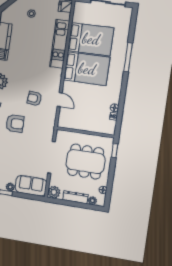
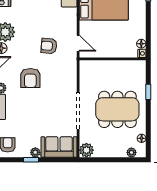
armchair: (15, 123) -> (30, 78), turned 90
wall: (85, 132) -> (113, 59), moved
dresser: (75, 197) -> (112, 152), removed

